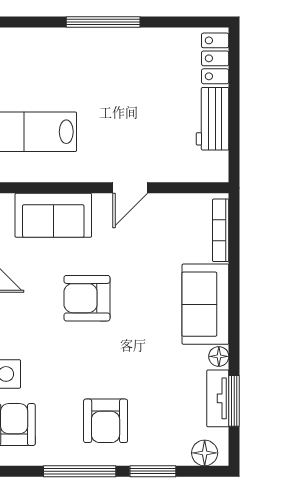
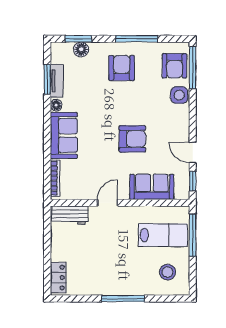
stool: (26, 68) -> (167, 272), added
workbench: (213, 119) -> (70, 215), moved, turned 90
floor lamp: (205, 453) -> (81, 49), moved
window: (153, 471) -> (78, 39), moved

